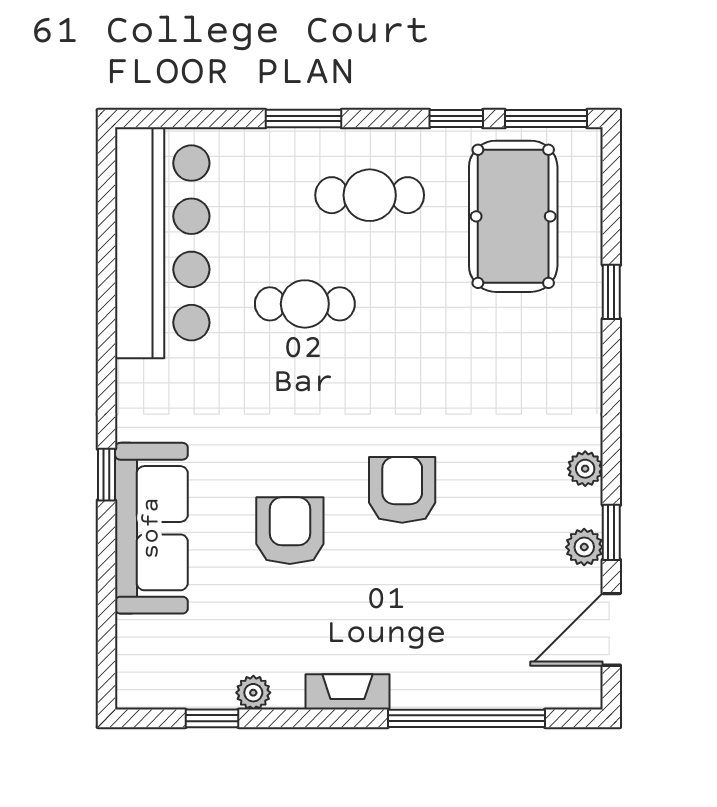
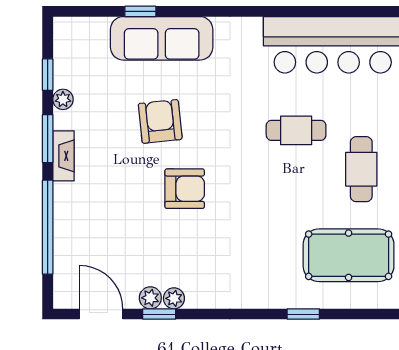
cafe table: (305, 304) -> (296, 130), turned 90
plant: (585, 469) -> (174, 298), moved
window: (106, 475) -> (140, 11), moved
armchair: (290, 531) -> (160, 121), turned -96
window: (319, 718) -> (48, 139), added

